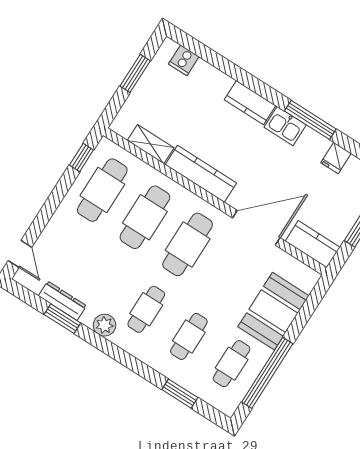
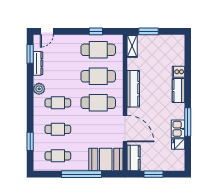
cooker: (184, 60) -> (179, 72), moved
window: (135, 73) -> (149, 31), moved
kitchen sink: (285, 126) -> (178, 129), moved
shelving: (151, 144) -> (132, 46), moved
window: (81, 158) -> (96, 31), moved
booth: (273, 311) -> (106, 160), moved
window: (62, 319) -> (30, 54), moved
window: (267, 373) -> (81, 174), moved

